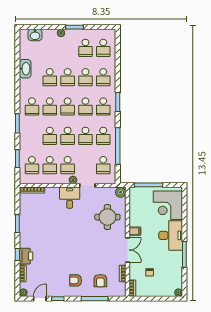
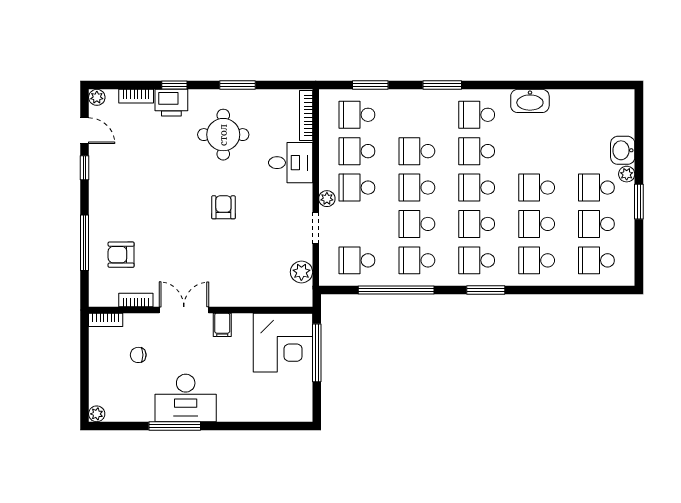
washbasin: (35, 35) -> (623, 150), moved
washbasin: (25, 69) -> (530, 101), moved
school desk: (50, 77) -> (596, 188), moved
plant: (121, 192) -> (301, 272), moved
desk: (70, 198) -> (291, 163), moved
corner desk: (168, 205) -> (283, 343), moved, turned 180
round table: (107, 217) -> (223, 135), moved
desk: (171, 235) -> (186, 398), moved
double door: (128, 250) -> (184, 310), swing flipped
armchair: (76, 280) -> (223, 207), moved

